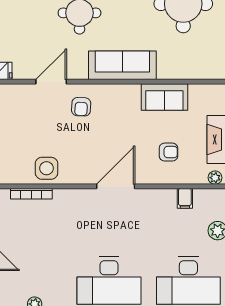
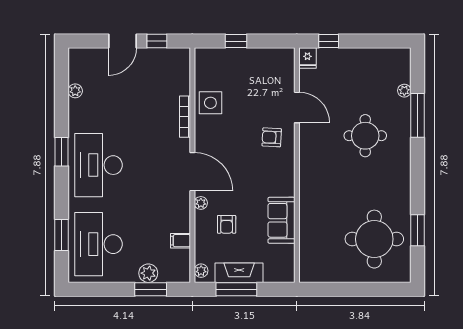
sofa: (122, 65) -> (313, 178), removed
plant: (147, 178) -> (201, 203), added
bookcase: (31, 194) -> (185, 117), moved

